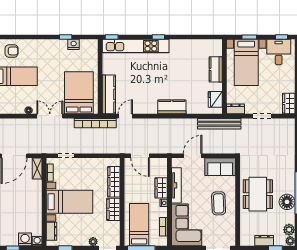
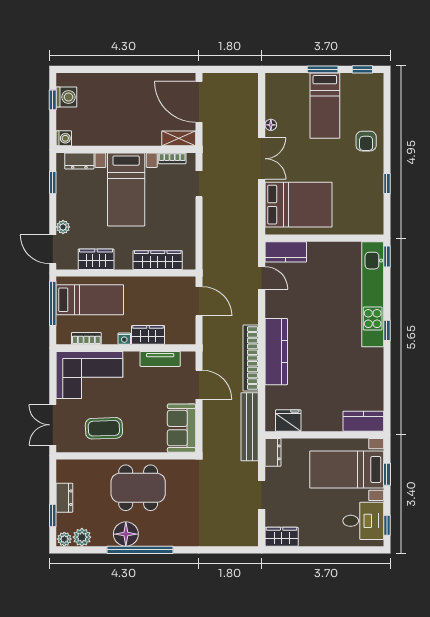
nightstand: (74, 44) -> (375, 196), removed
armchair: (12, 51) -> (366, 141), moved
kitchen counter: (216, 69) -> (363, 421), moved
kitchen counter: (109, 94) -> (286, 252), width x0.67
kitchen counter: (172, 107) -> (276, 352), width x1.50
bookcase: (95, 123) -> (251, 358), moved
door: (140, 156) -> (199, 301), swing flipped
tv unit: (176, 185) -> (160, 359), width x0.71
coffee table: (219, 203) -> (104, 428), moved
wardrobe: (113, 209) -> (96, 259), moved
washing machine: (25, 239) -> (66, 97), moved

